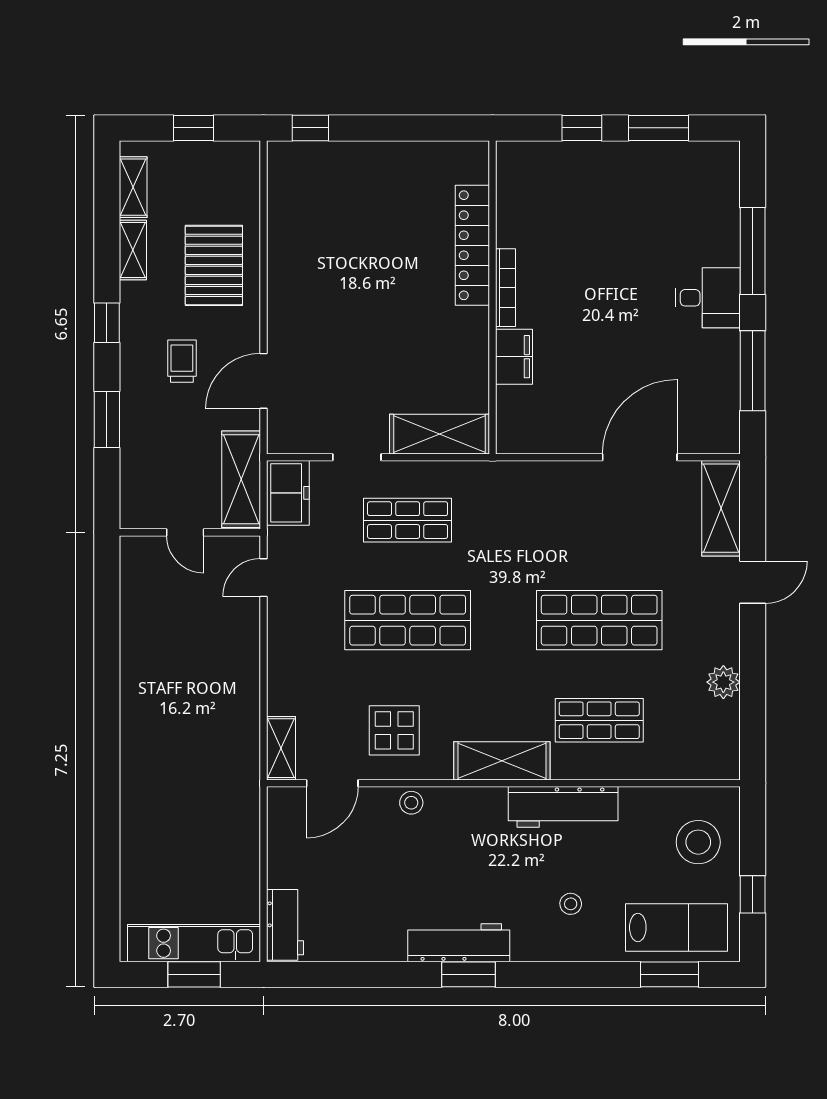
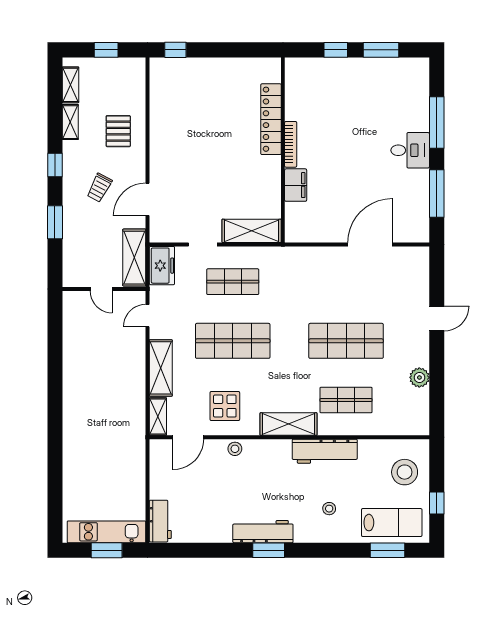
pallet: (214, 265) -> (118, 131), width x0.67, depth x0.71
trolley: (182, 361) -> (99, 188), turned -152
shelving: (721, 508) -> (161, 368), moved

